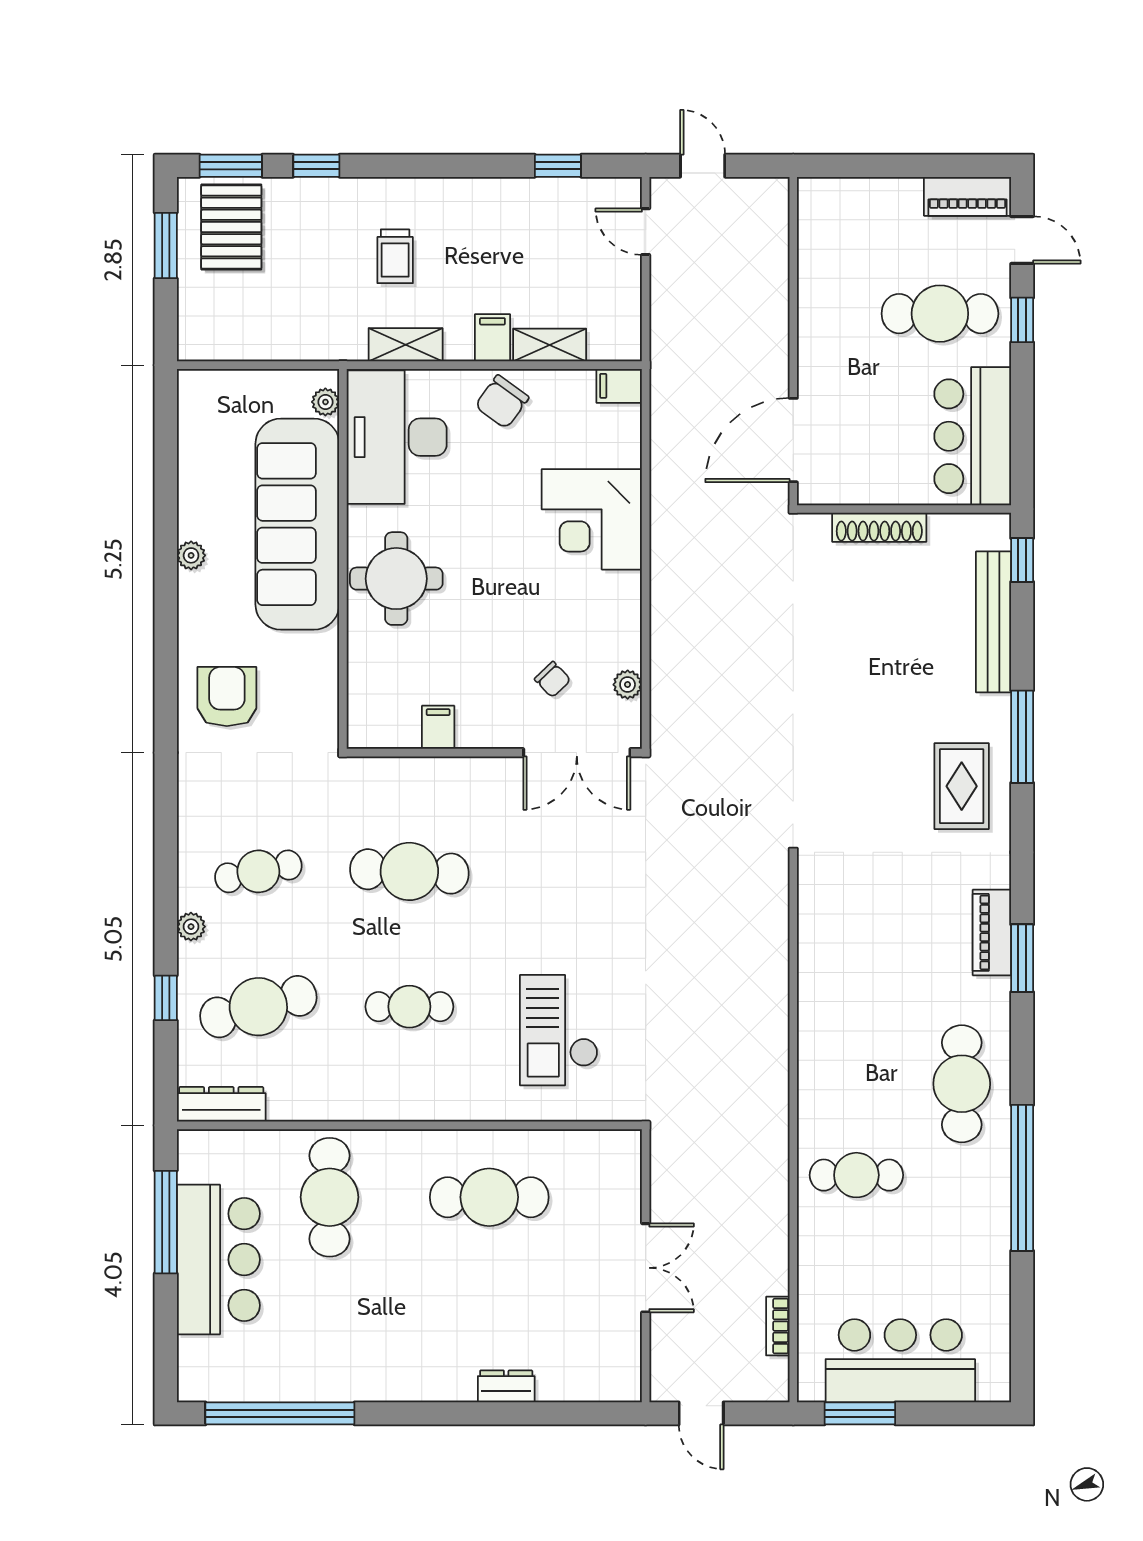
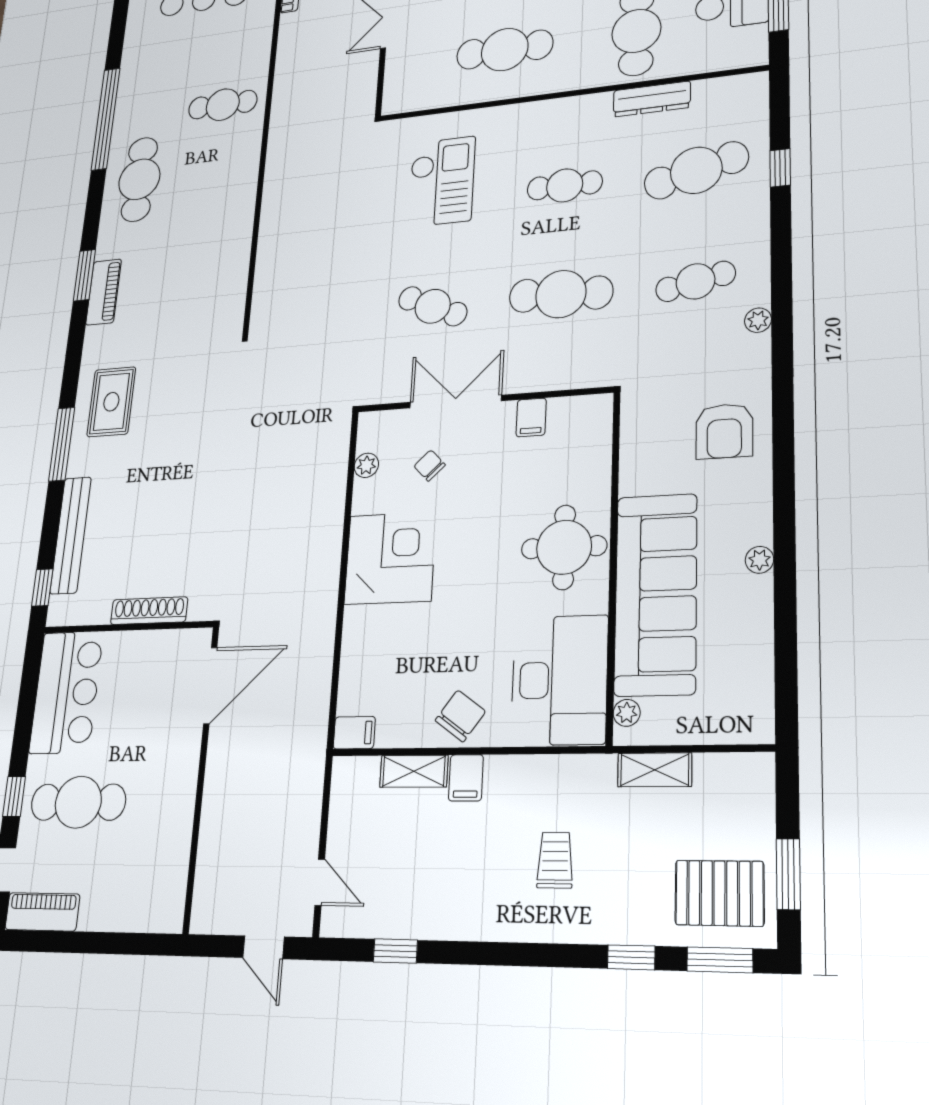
pallet: (231, 227) -> (719, 893), turned 90
shelving: (406, 345) -> (655, 770), moved
corner desk: (592, 519) -> (390, 558), moved
double door: (577, 753) -> (455, 402), moved
cafe table: (560, 871) -> (433, 306), added
plant: (191, 927) -> (758, 320), moved
dresser: (221, 1104) -> (652, 99), moved

